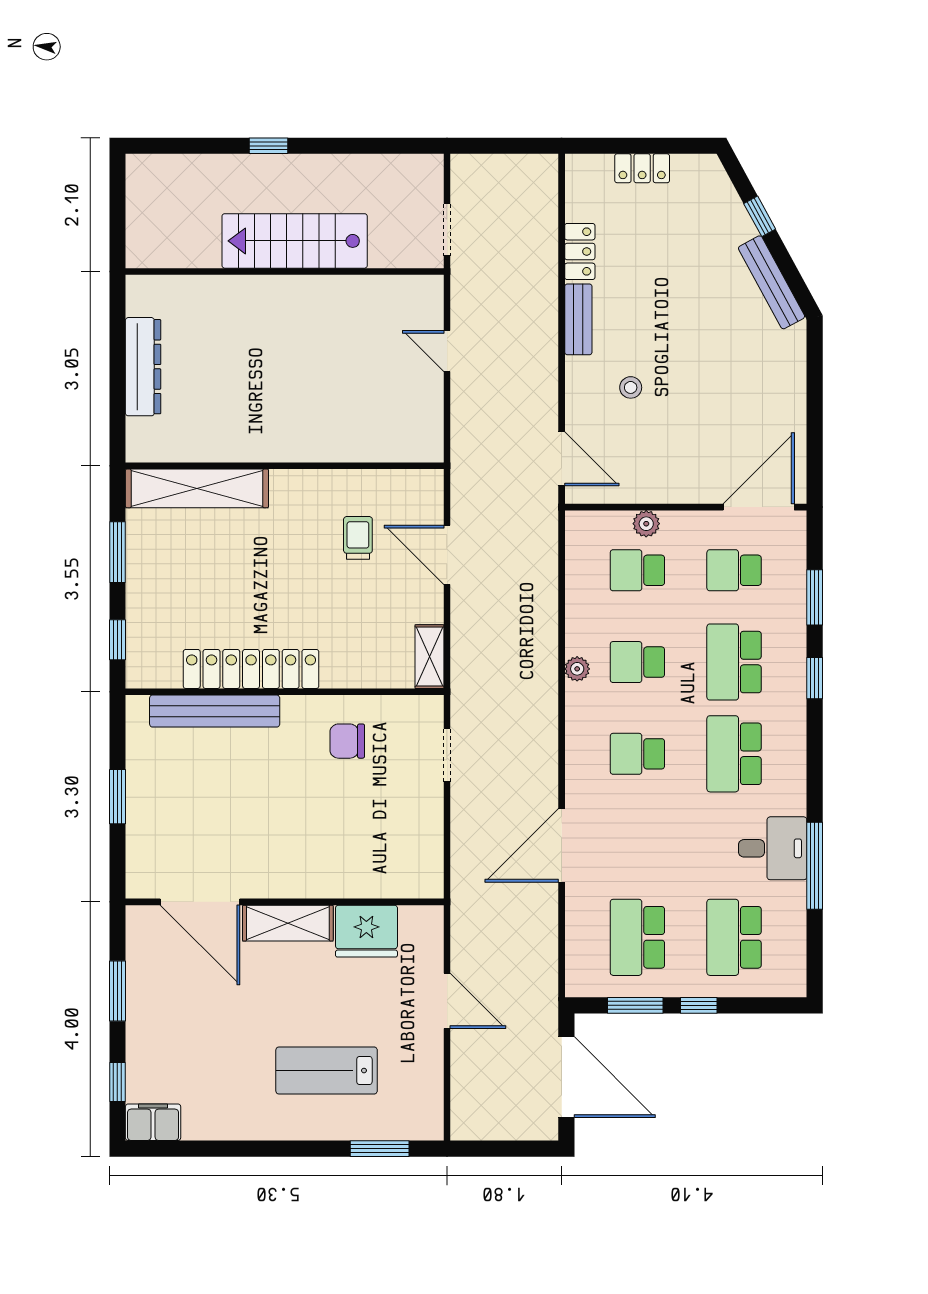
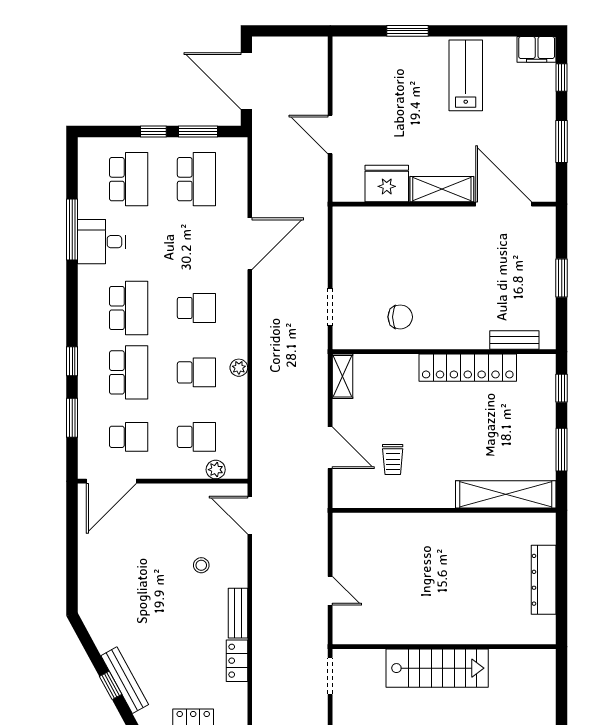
bench: (772, 282) -> (125, 680), moved
plant: (646, 524) -> (216, 470), moved
bench: (215, 711) -> (514, 340), width x0.54, depth x0.82
lab bench: (327, 1071) -> (466, 75), moved, turned -90
window: (380, 1149) -> (407, 31), moved

